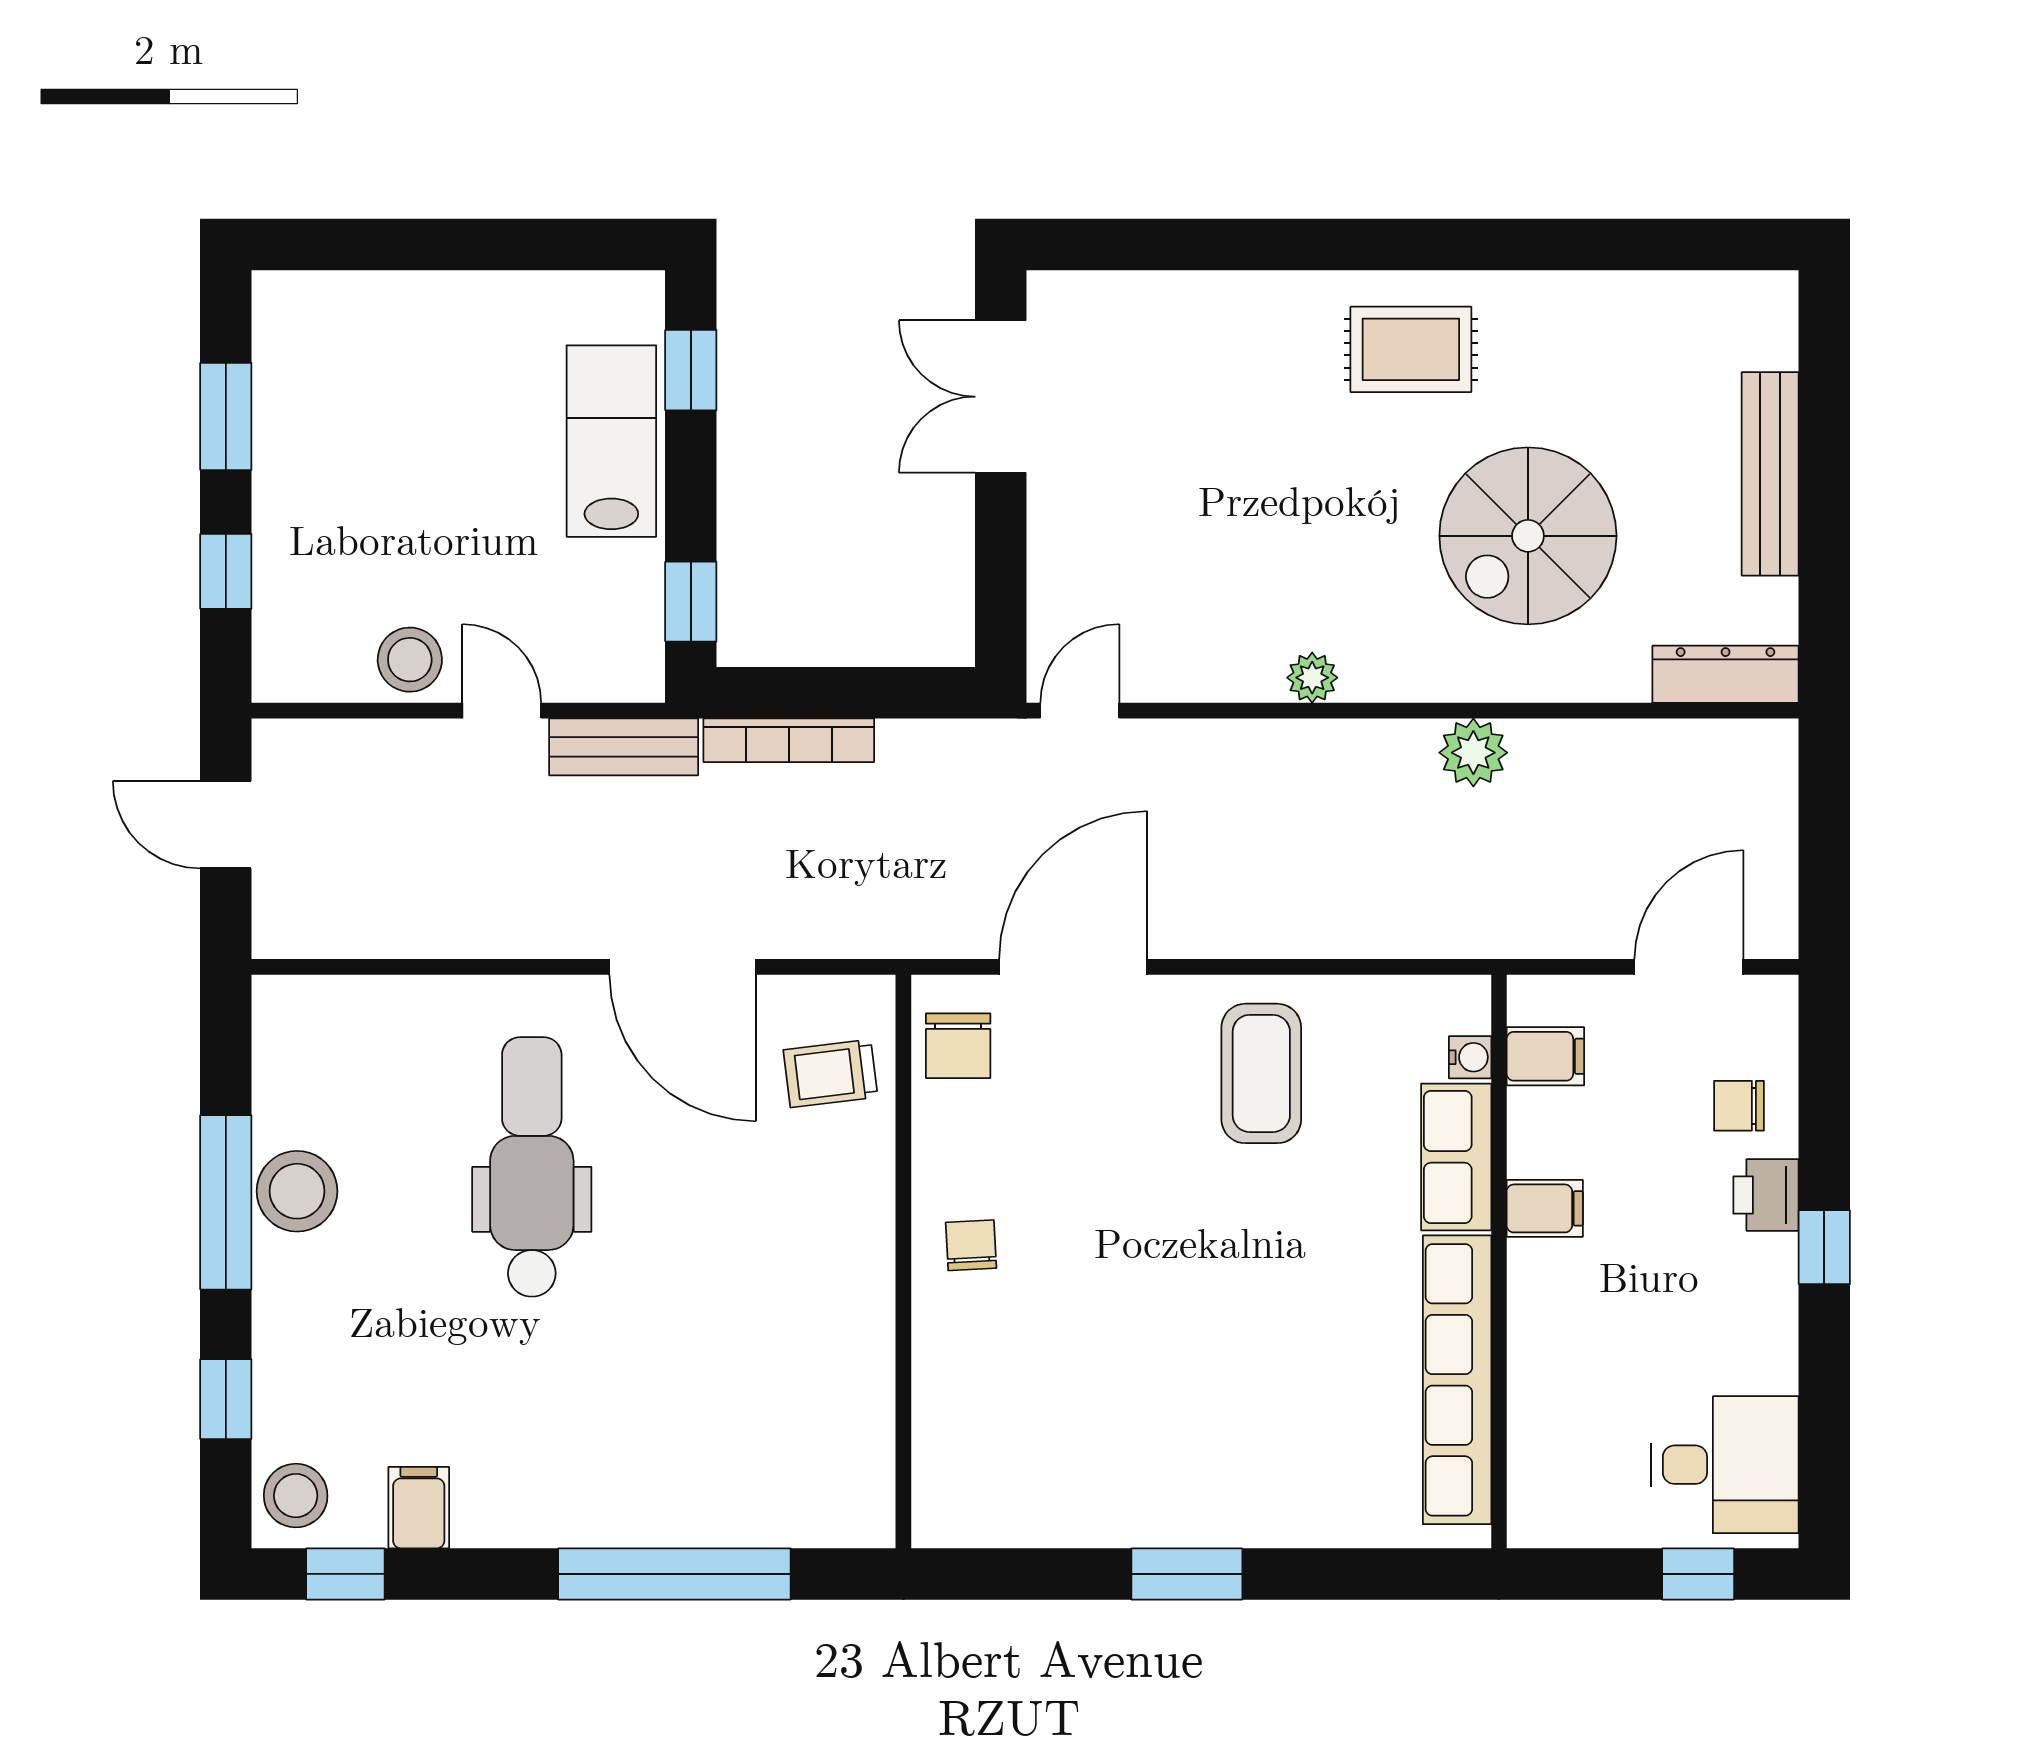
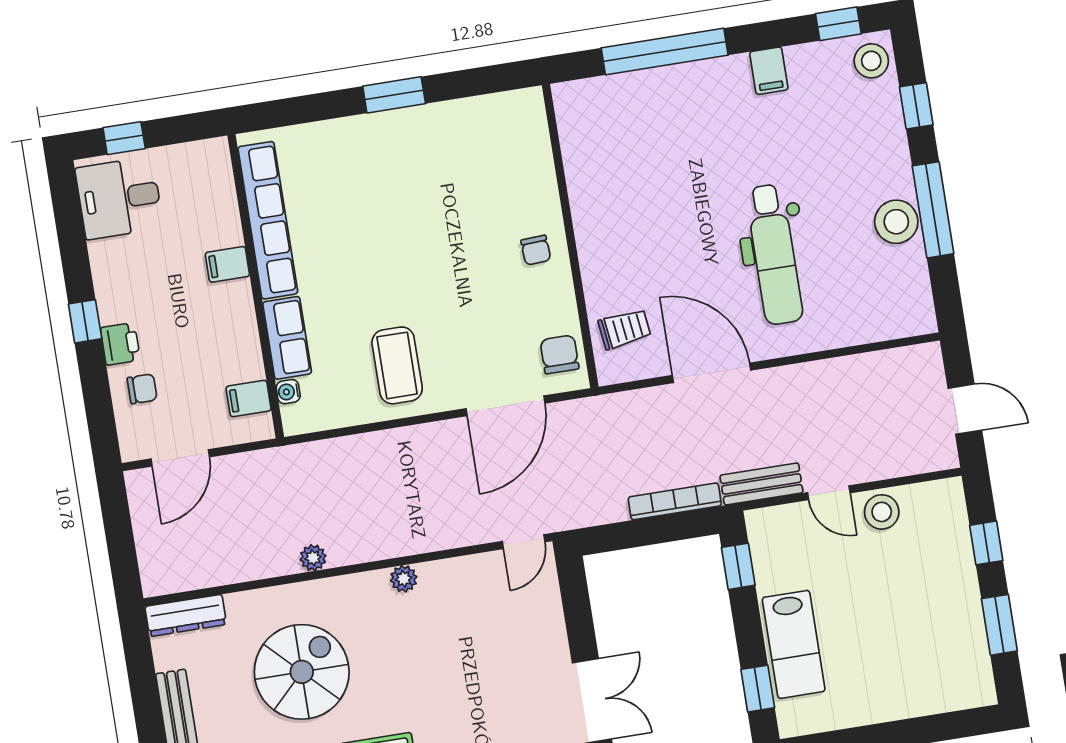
plant: (1473, 753) -> (313, 558), width x0.73, depth x0.73
filing cabinet: (1545, 1208) -> (227, 264), moved
filing cabinet: (419, 1508) -> (769, 71), moved

